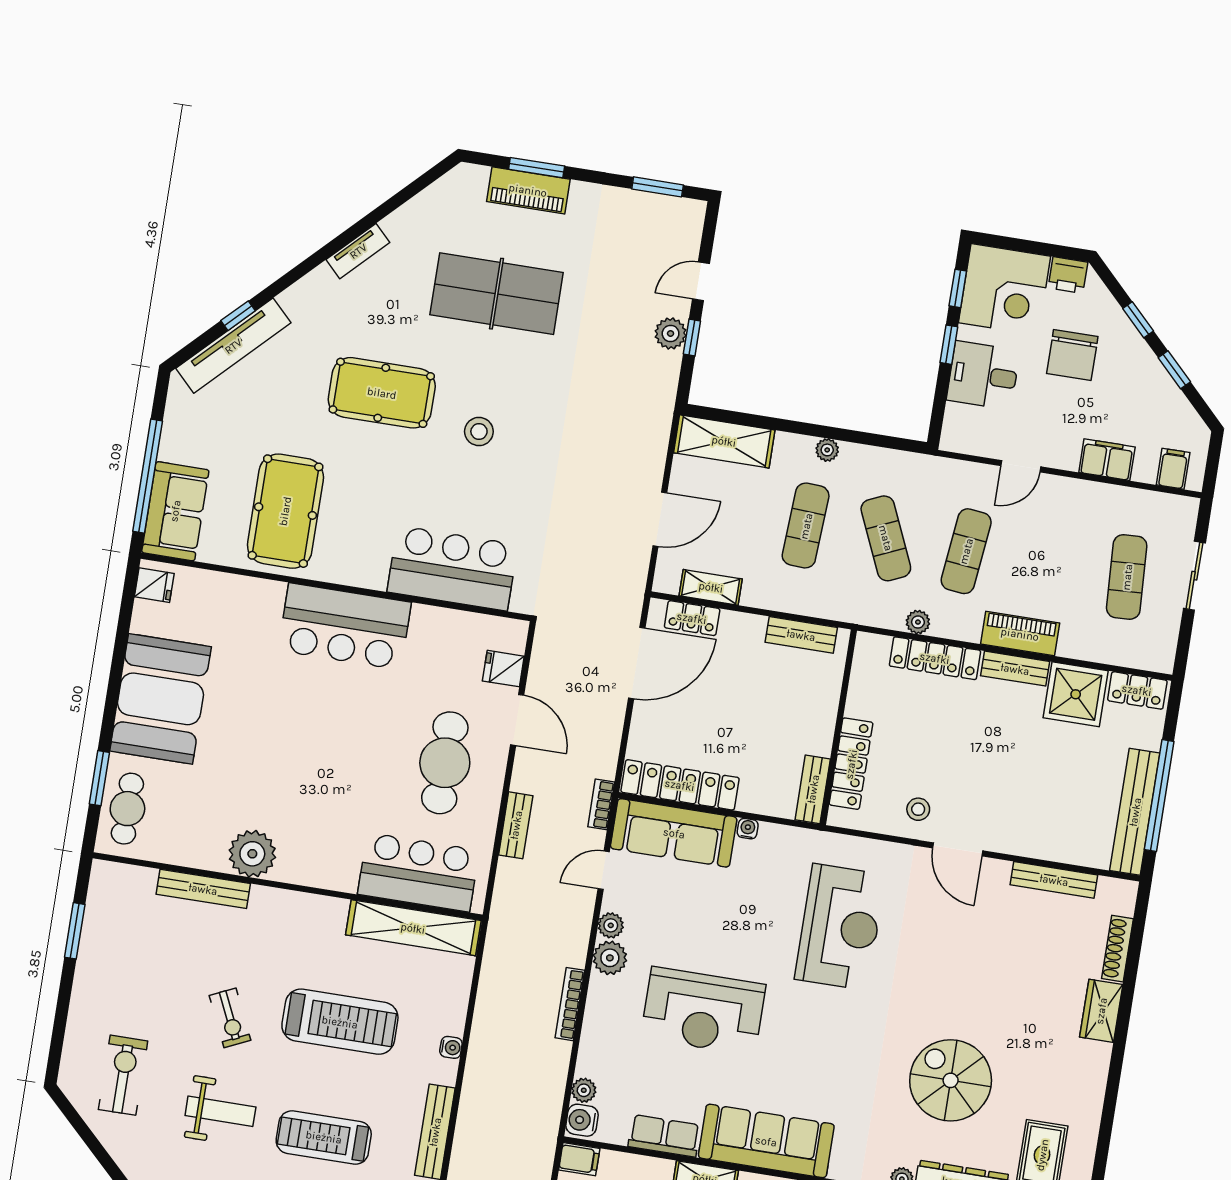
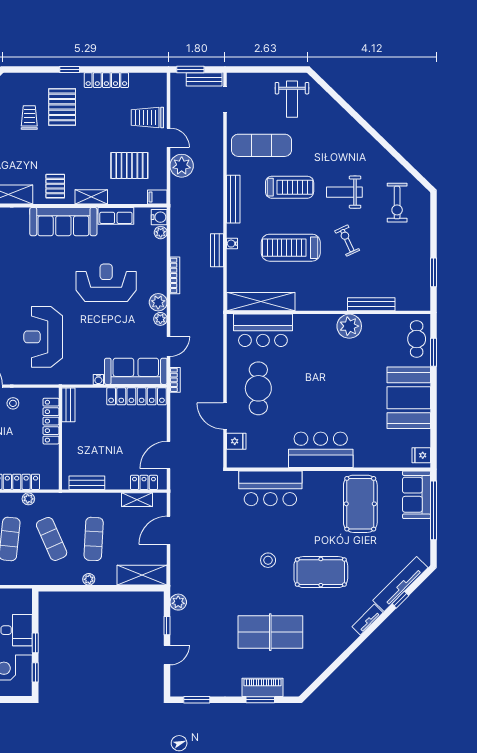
tv unit: (358, 251) -> (367, 620), moved
plant: (671, 333) -> (178, 602), moved
door: (637, 663) -> (169, 455), width x0.73
bench: (516, 825) -> (217, 250), moved

